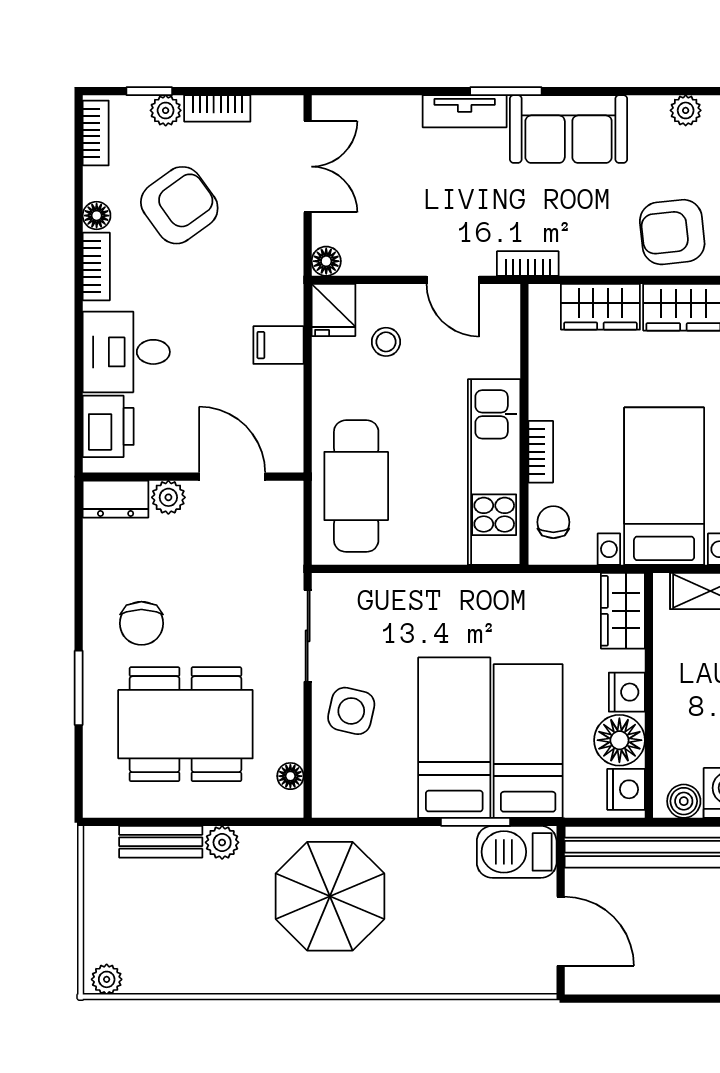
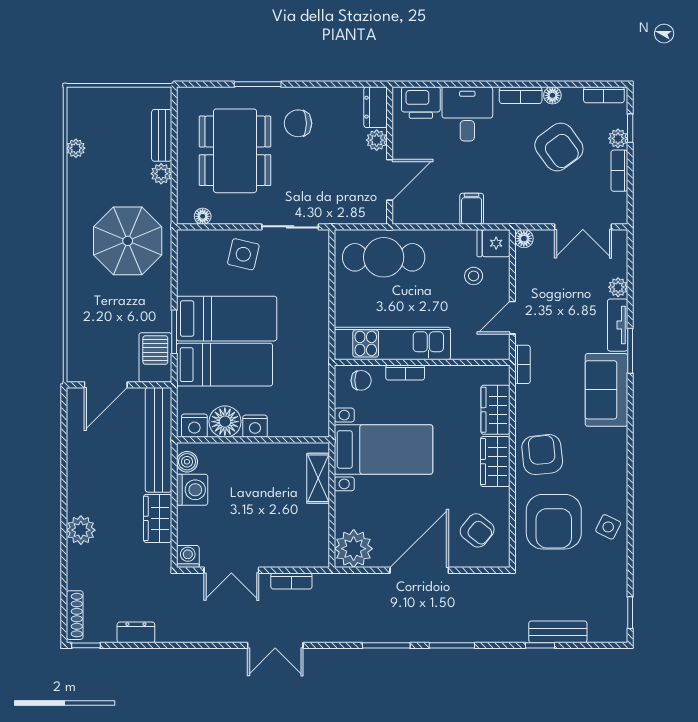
plant: (686, 110) -> (618, 287), moved
wardrobe: (623, 611) -> (306, 424), removed
plant: (107, 979) -> (76, 148), moved

